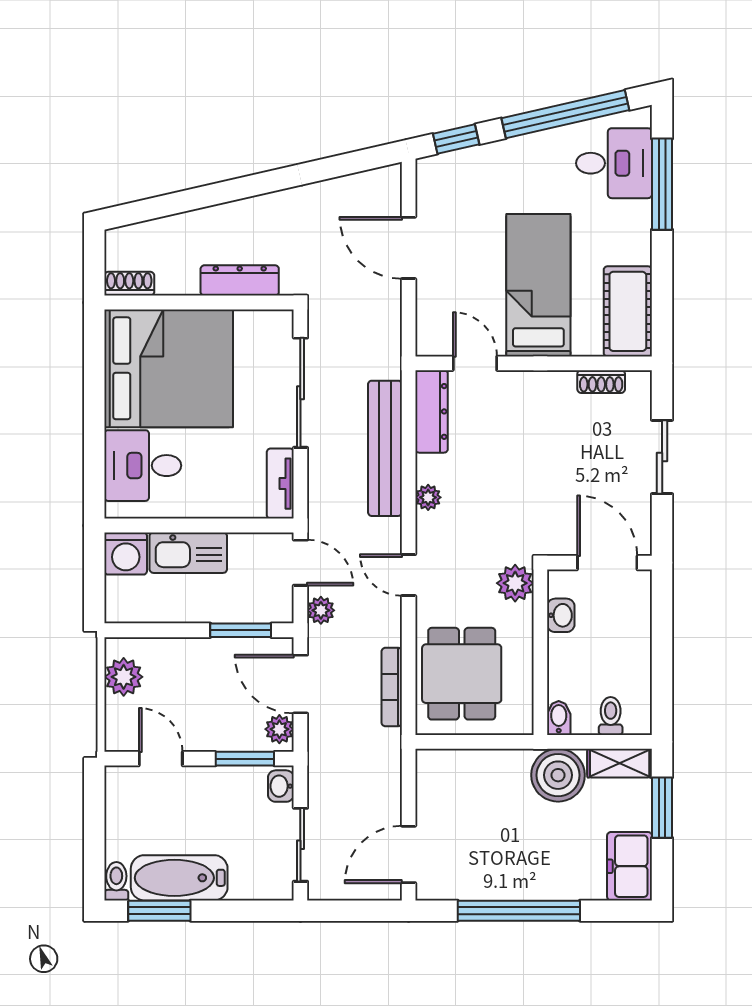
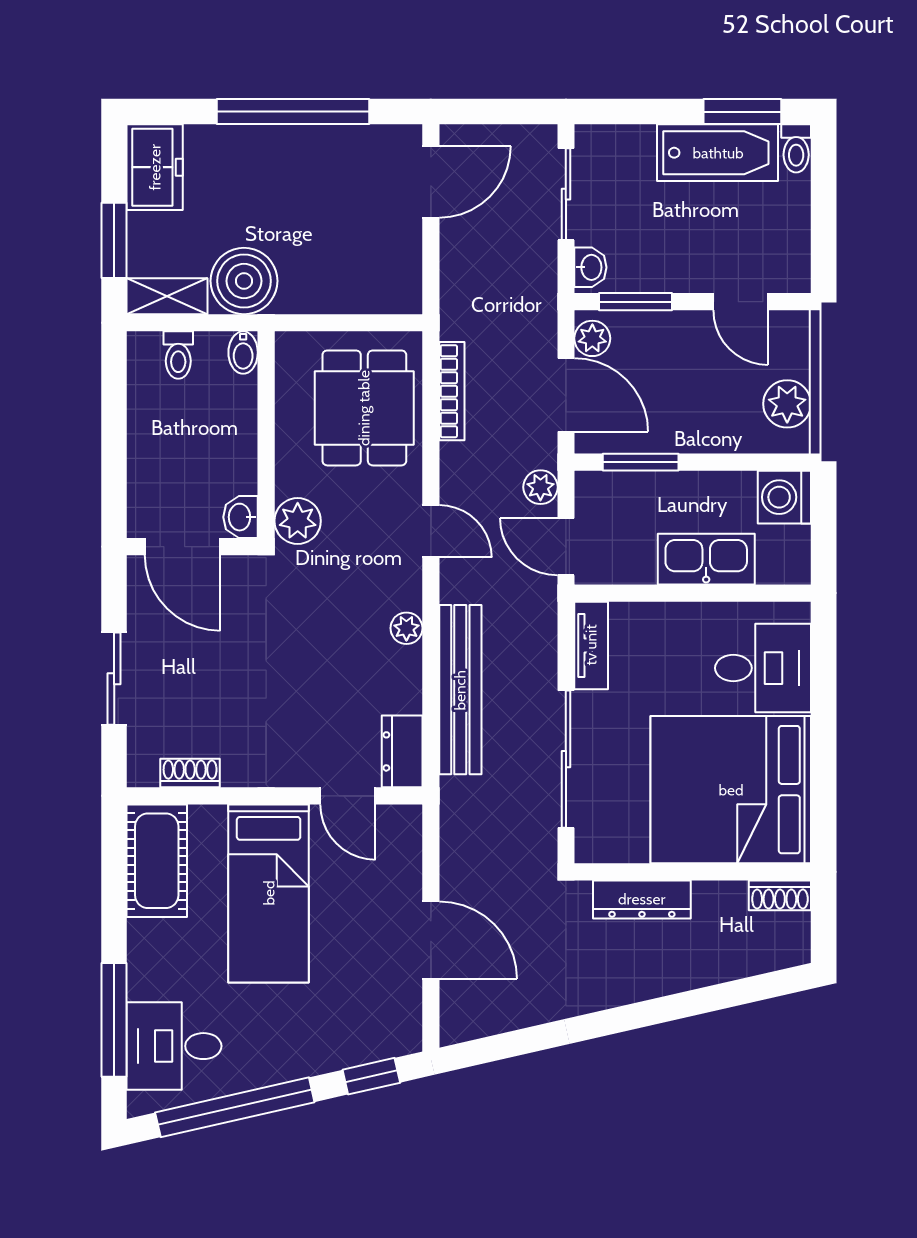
dresser: (432, 411) -> (402, 751), width x0.70
washing machine: (126, 553) -> (784, 497), moved, turned -90
washbasin: (561, 615) -> (241, 517), moved

